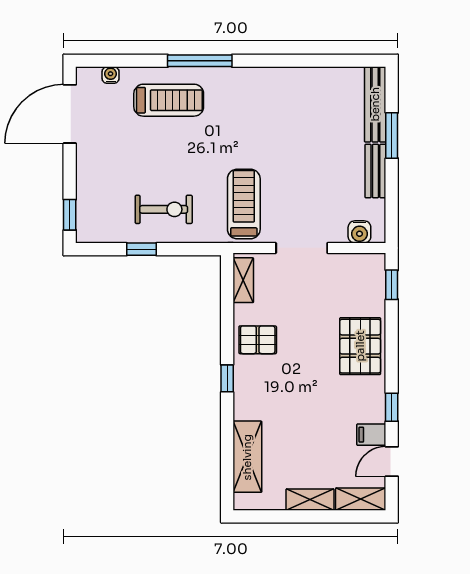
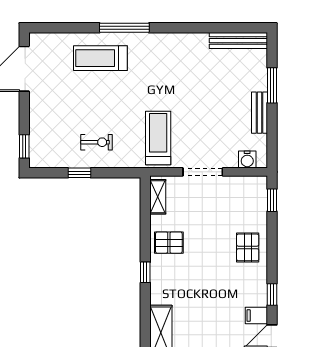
water cooler: (111, 75) -> (56, 39), removed
treadmill: (169, 100) -> (100, 58), turned 180
bench: (375, 104) -> (238, 41), moved, turned 90
exercise bike: (164, 209) -> (97, 142), width x0.73, depth x0.72
pallet: (360, 346) -> (248, 247), width x0.67, depth x0.71

